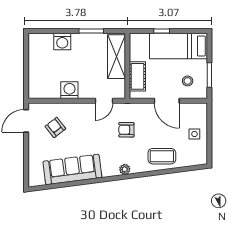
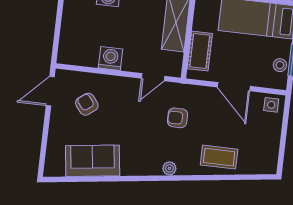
stool: (188, 81) -> (280, 65), moved
side table: (194, 134) -> (271, 105), moved
sofa: (72, 169) -> (93, 161), width x0.73

